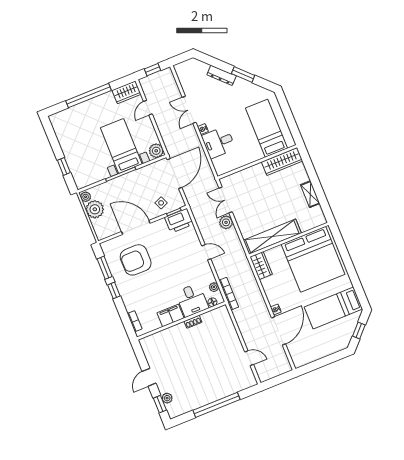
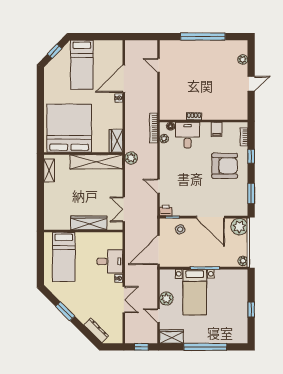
dresser: (222, 75) -> (96, 330), moved
door: (148, 108) -> (159, 316), swing flipped
plant: (156, 151) -> (166, 299), moved
wardrobe: (282, 161) -> (89, 223), moved
window: (64, 166) -> (251, 309), moved
shelving: (310, 194) -> (49, 170), moved
double door: (226, 200) -> (124, 209), swing flipped
plant: (95, 209) -> (239, 227), moved
printer: (179, 221) -> (166, 211), width x0.53, depth x0.68
plant: (226, 222) -> (131, 158), moved
door: (206, 252) -> (159, 186), moved
armchair: (136, 260) -> (225, 166), moved
window: (114, 290) -> (251, 156), moved
bed: (333, 308) -> (82, 65), moved, turned 90
filing cabinet: (171, 315) -> (217, 129), width x0.50
window: (160, 404) -> (251, 57), removed

